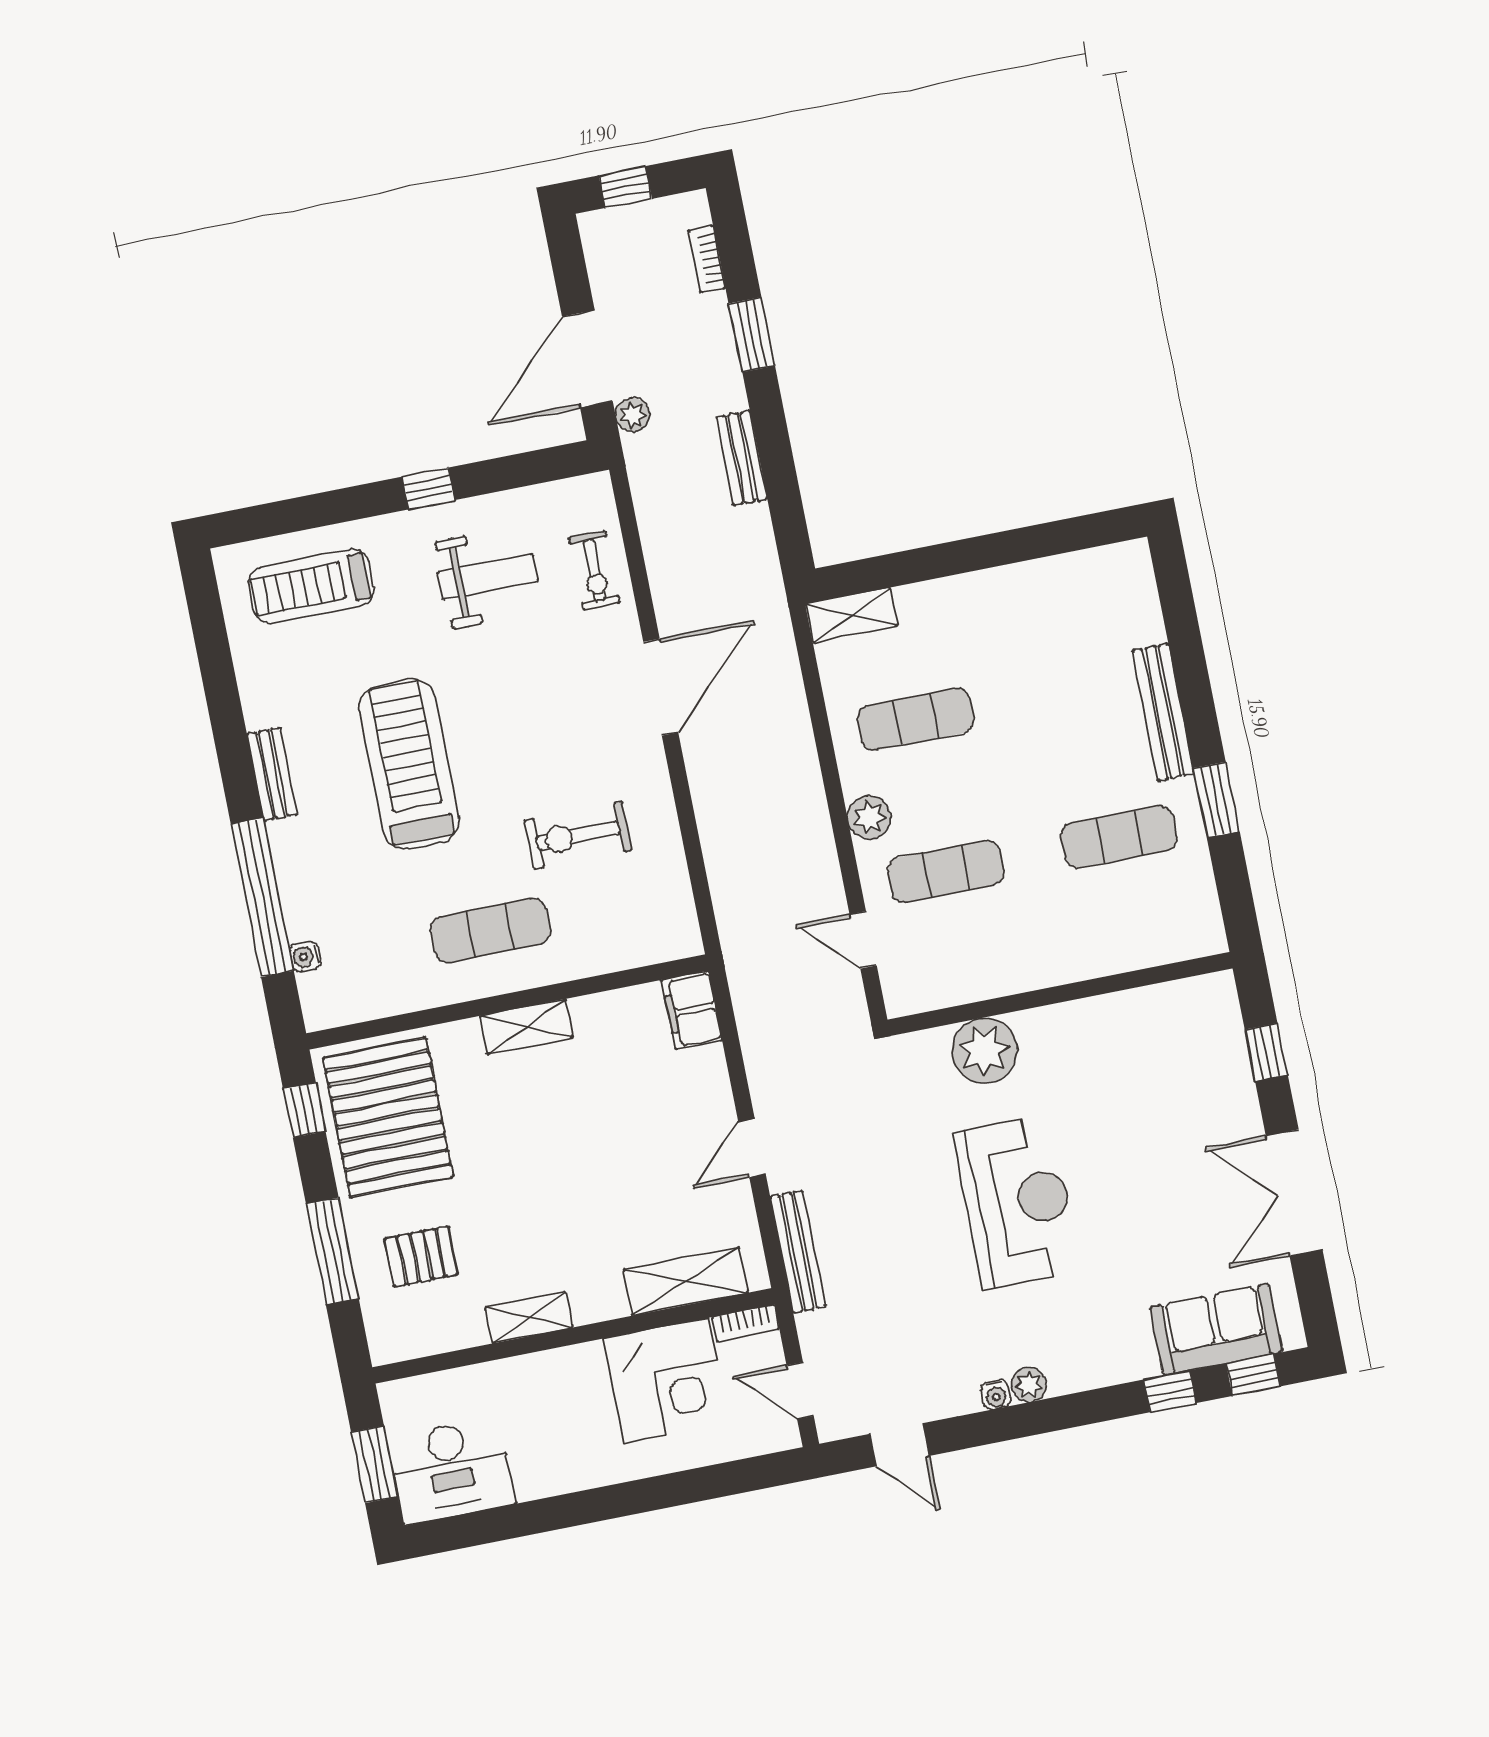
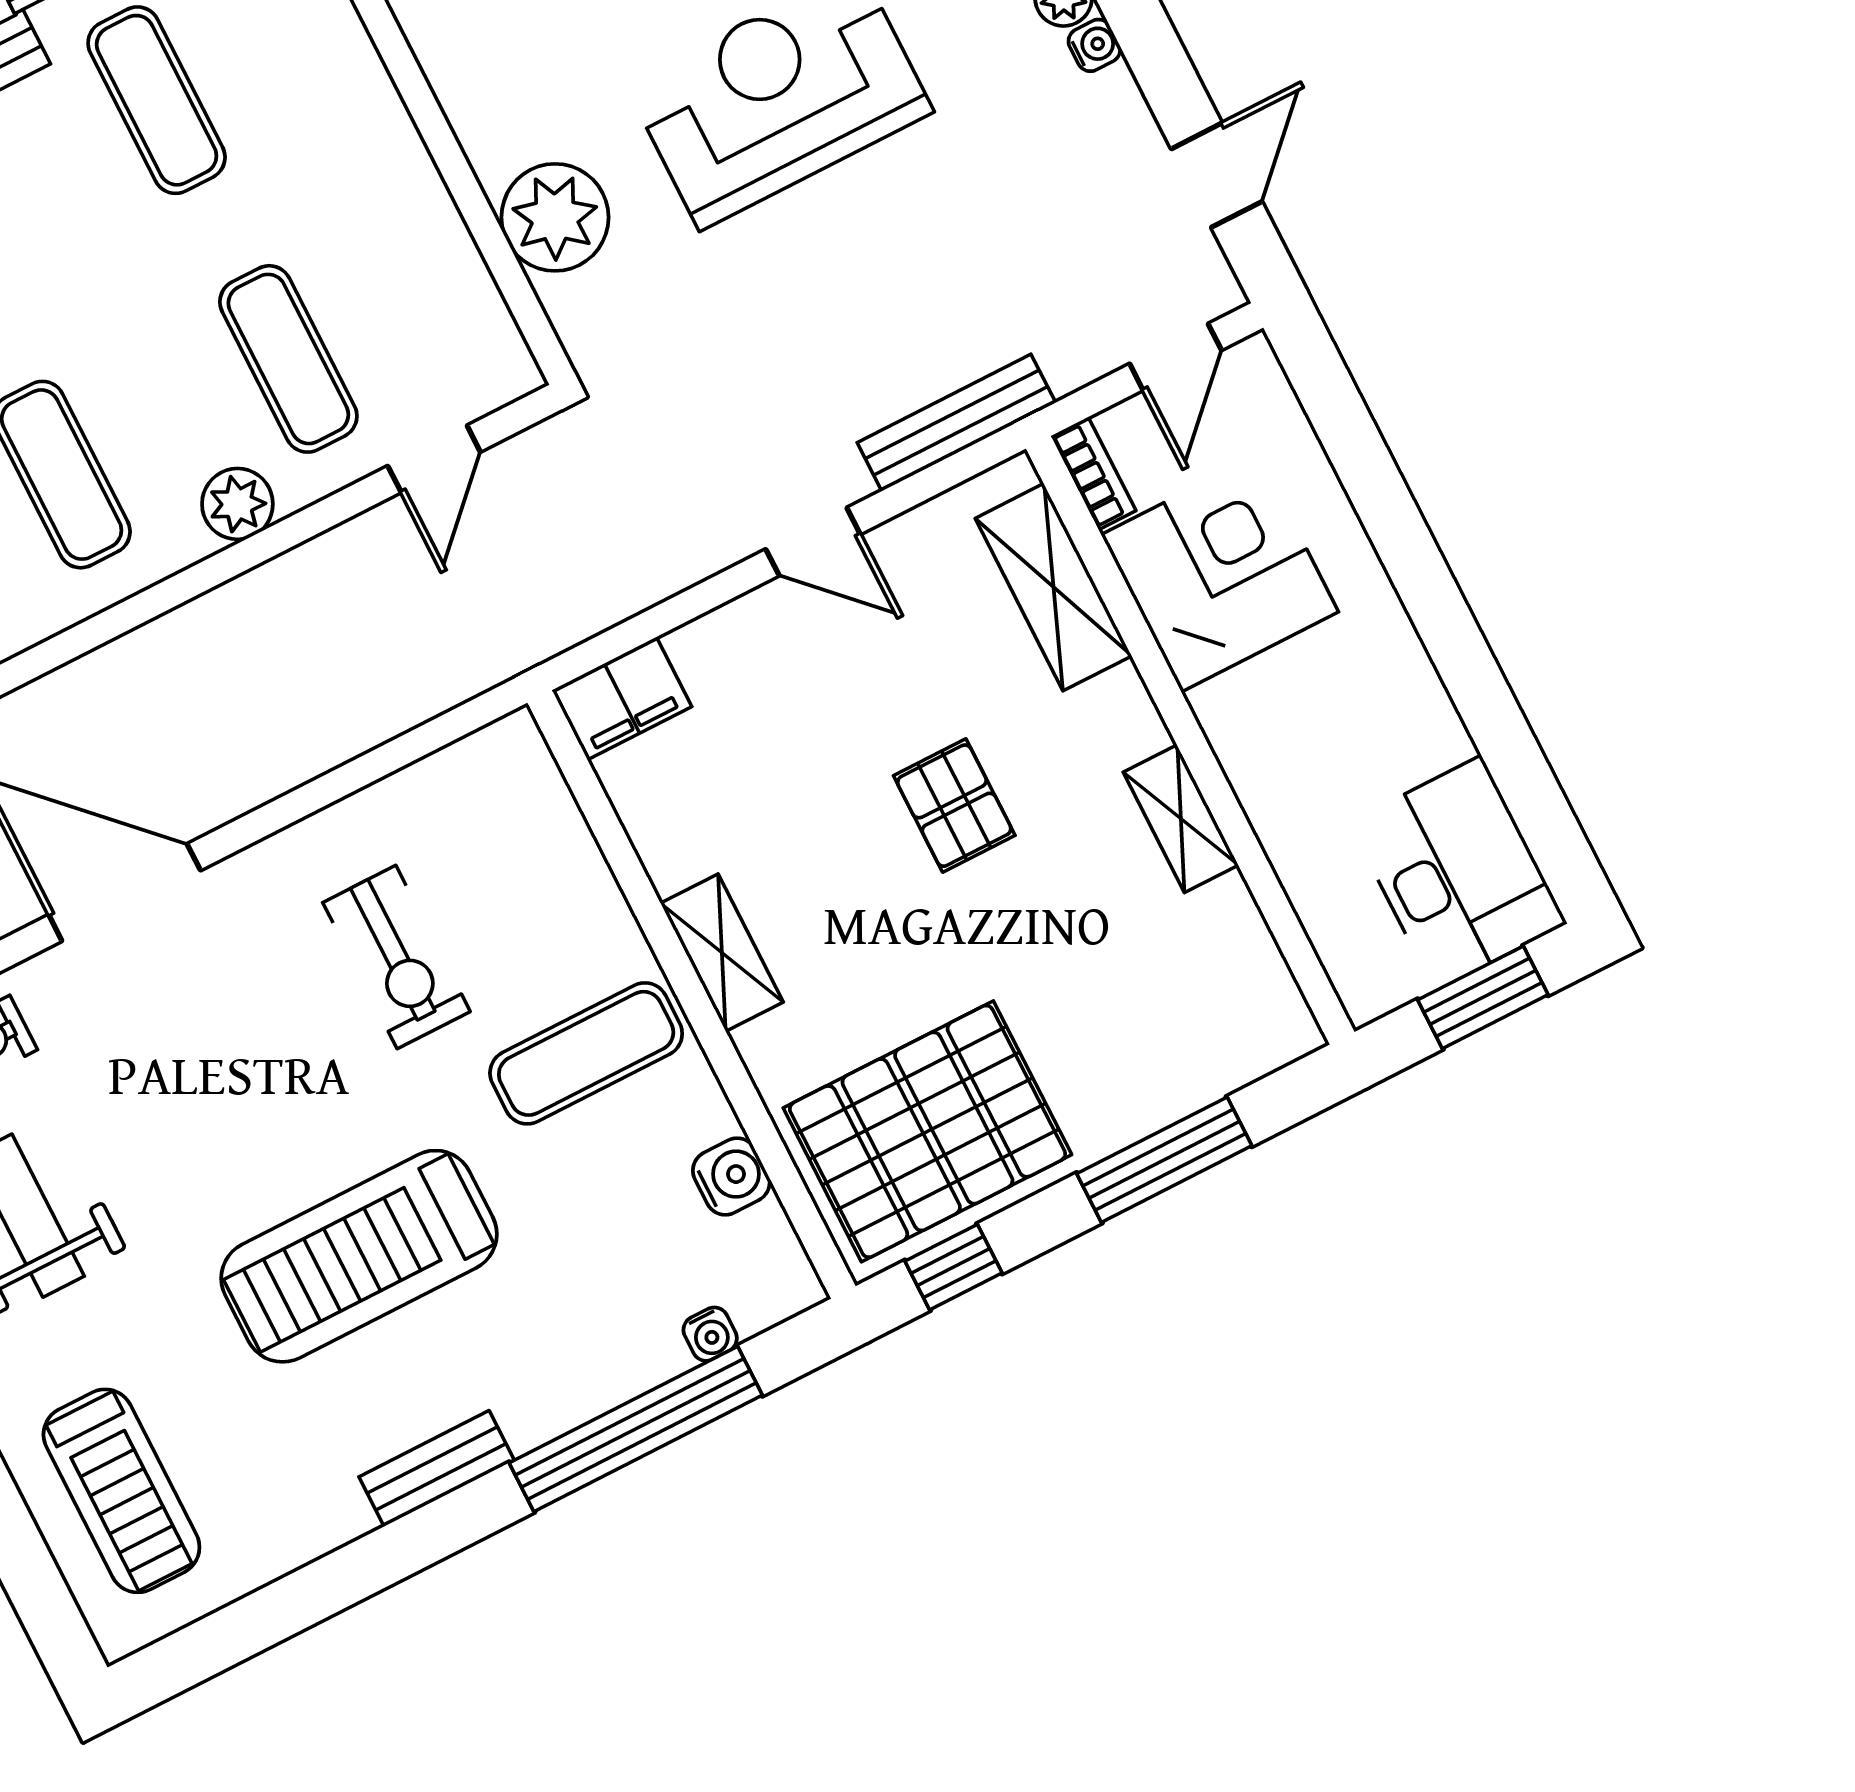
exercise mat: (490, 930) -> (586, 1053), turned 90
water cooler: (394, 995) -> (731, 1176), added
pallet: (421, 1257) -> (954, 806), moved

